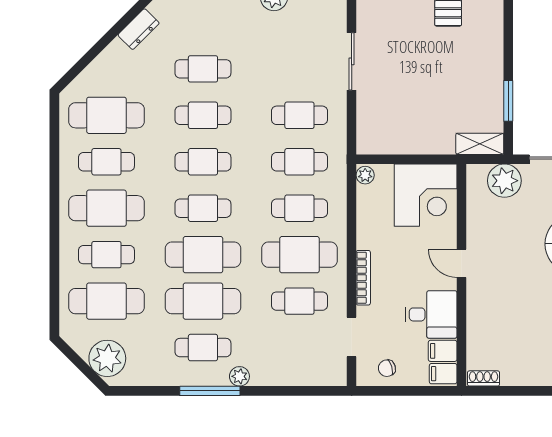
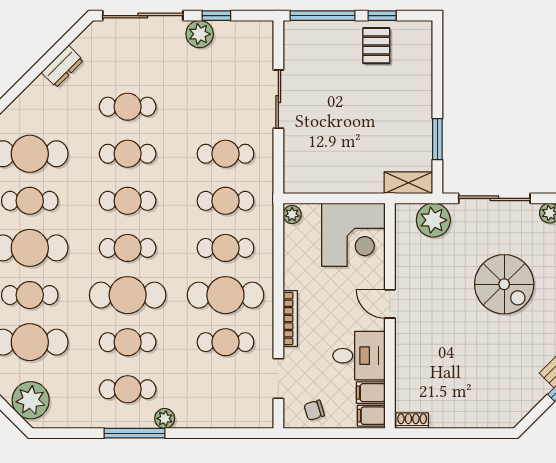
cafe table: (203, 301) -> (128, 342), width x0.73, depth x0.74

